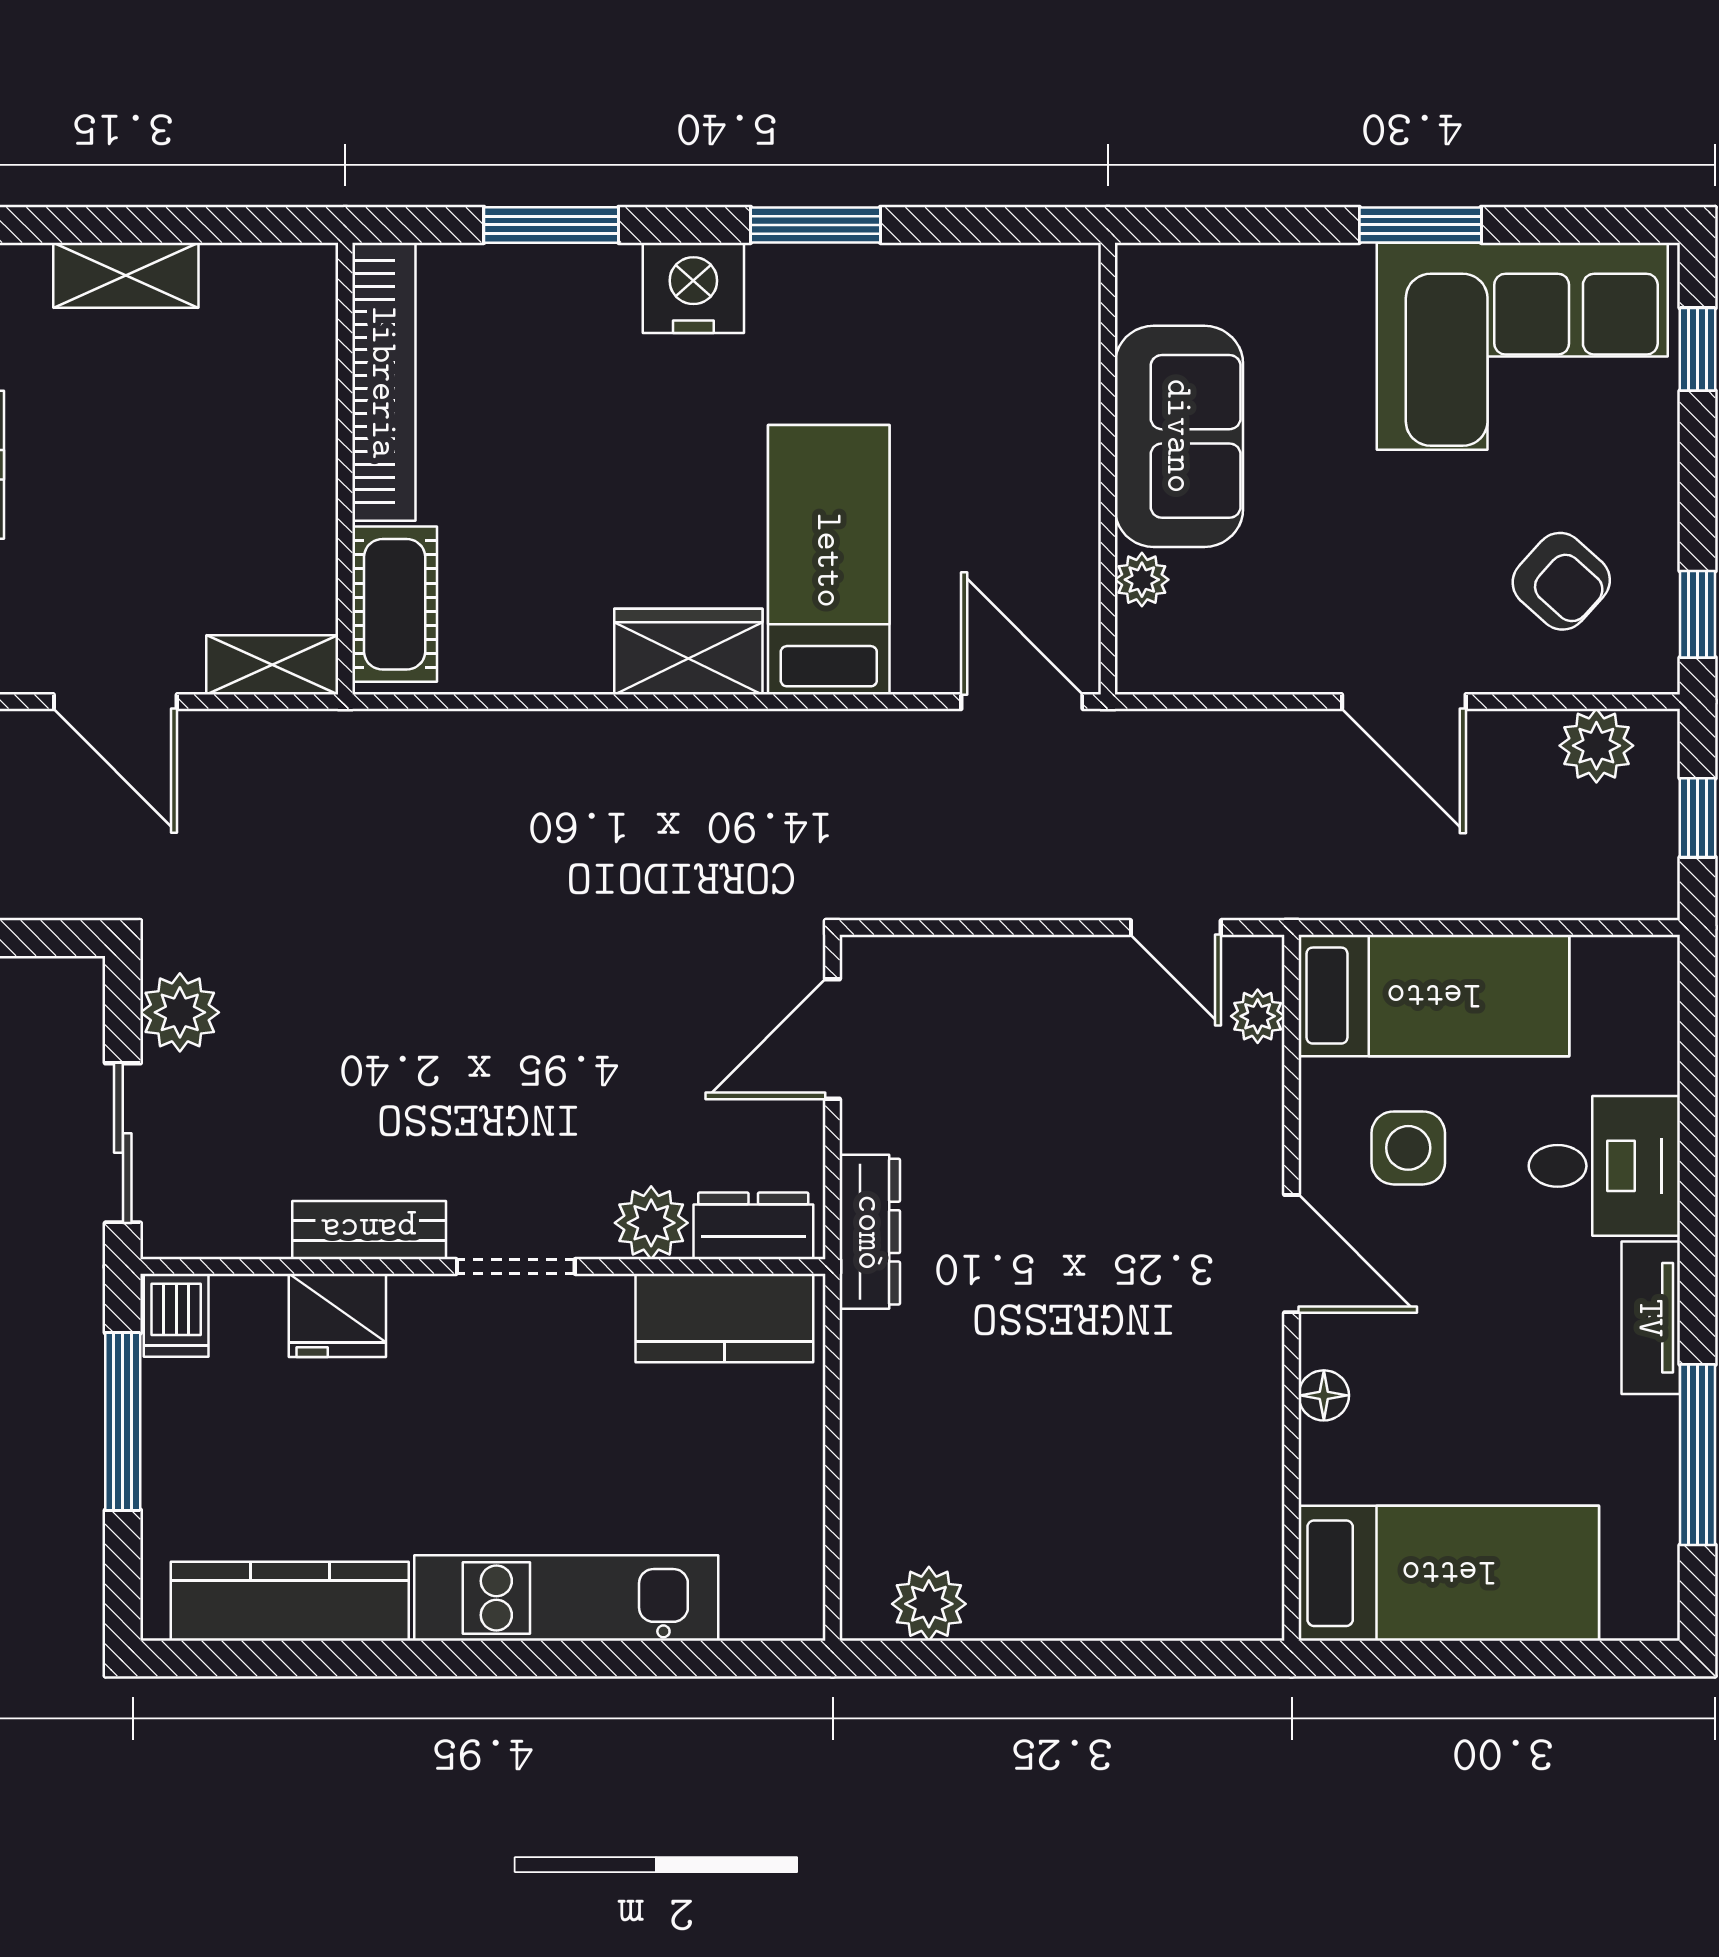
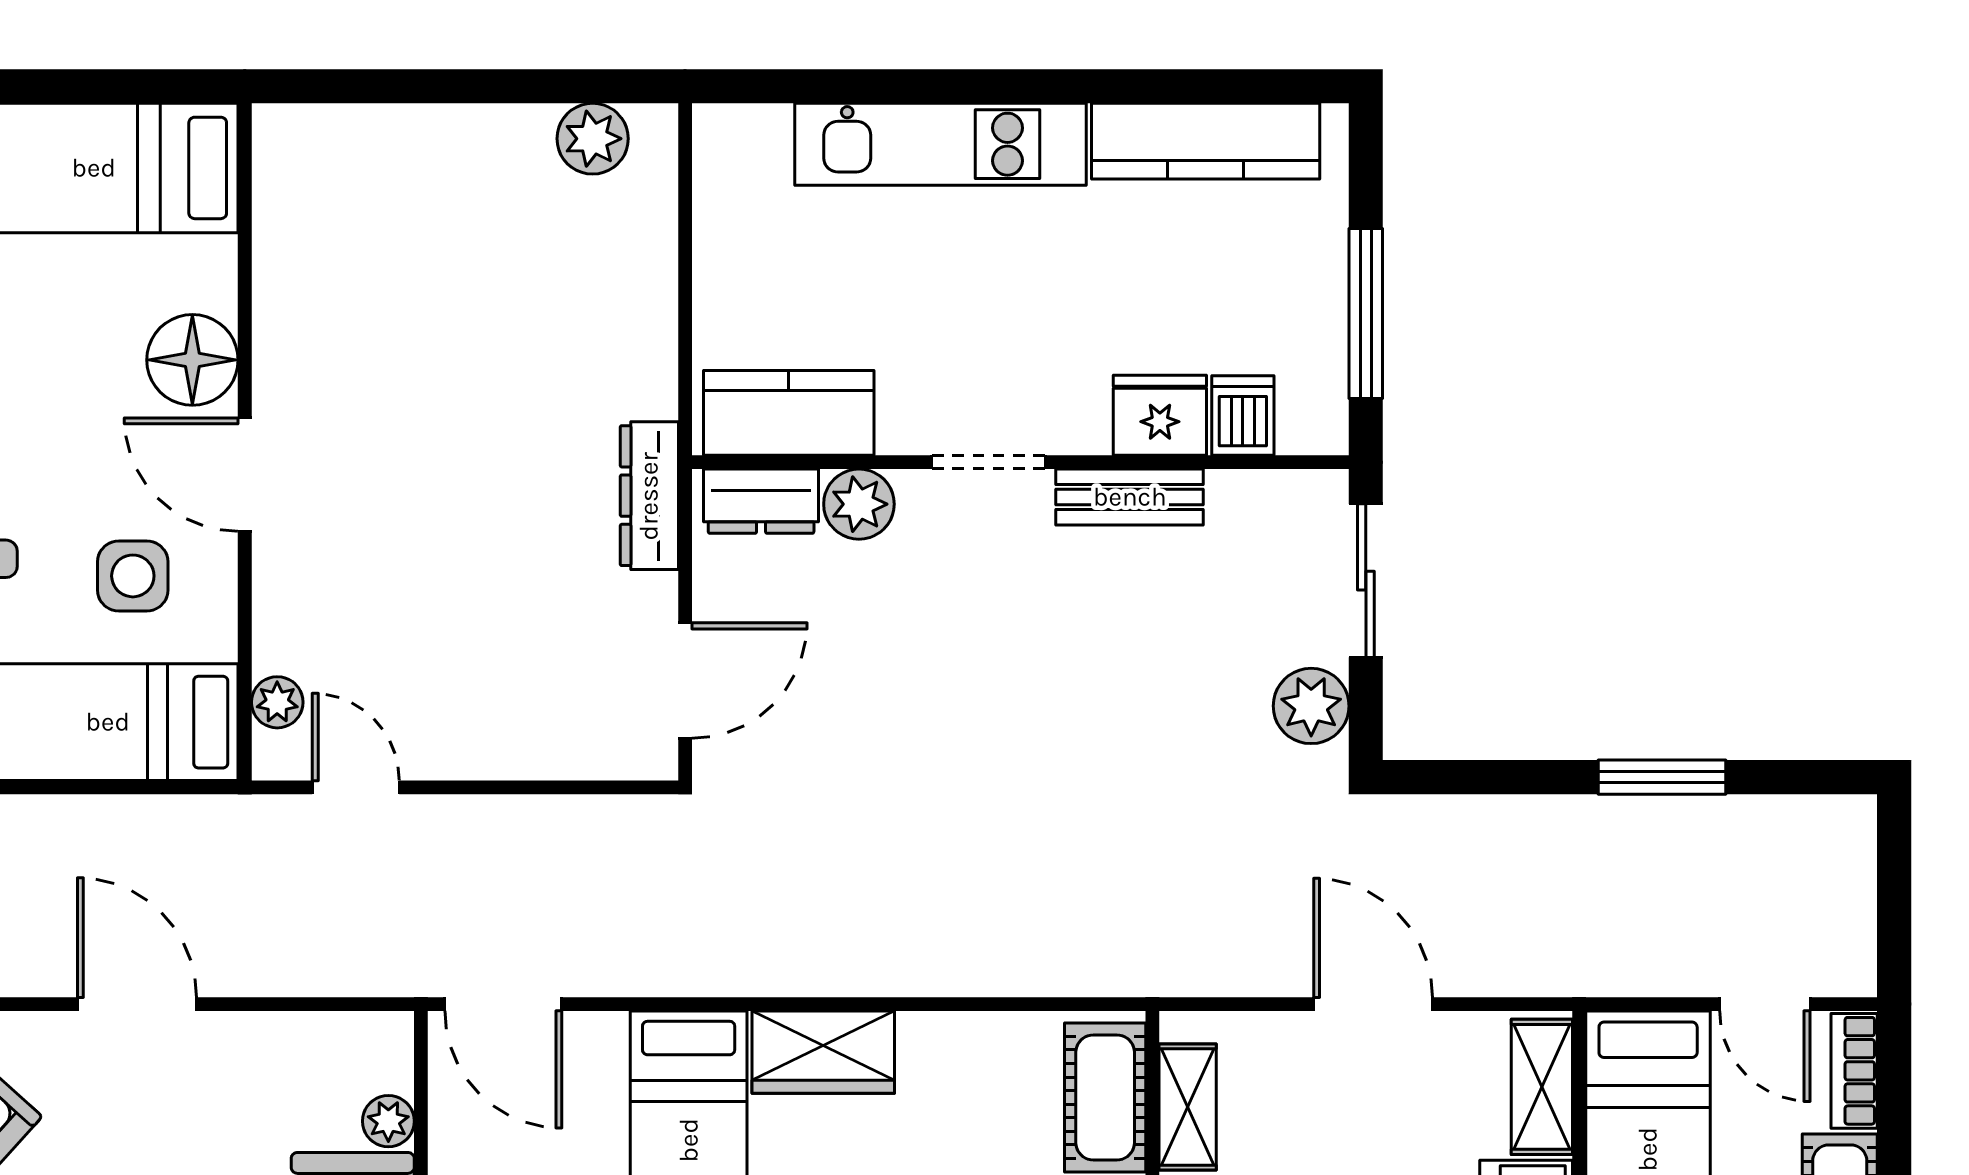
shelving: (272, 665) -> (1188, 1107), moved, turned 90
dishwasher: (176, 1315) -> (1243, 415), moved
floor lamp: (1324, 1395) -> (192, 360), width x1.89, depth x1.89

